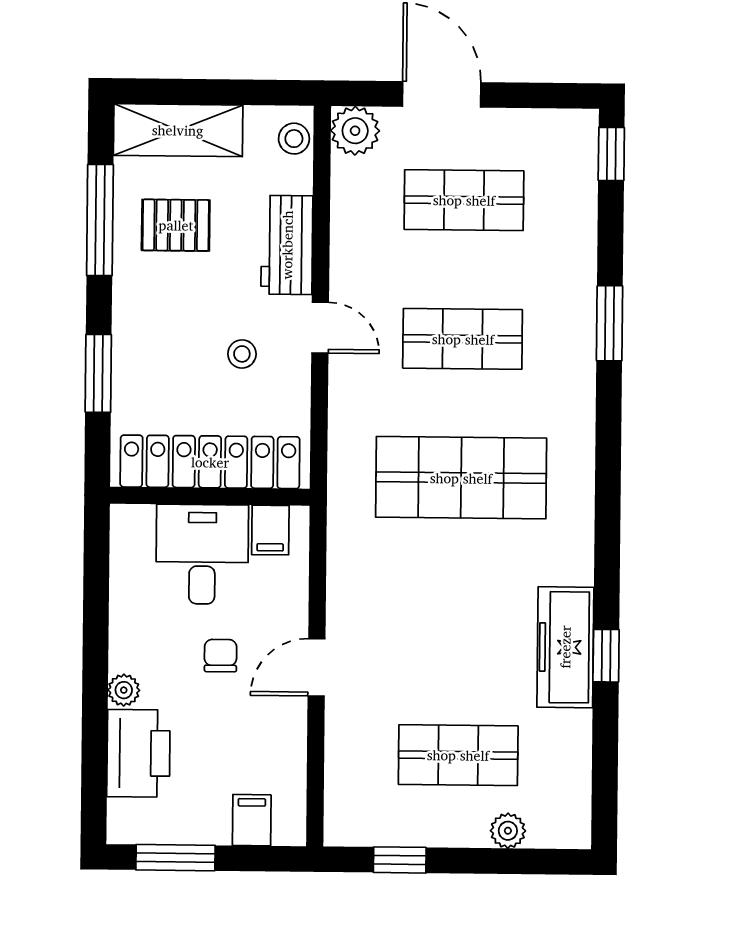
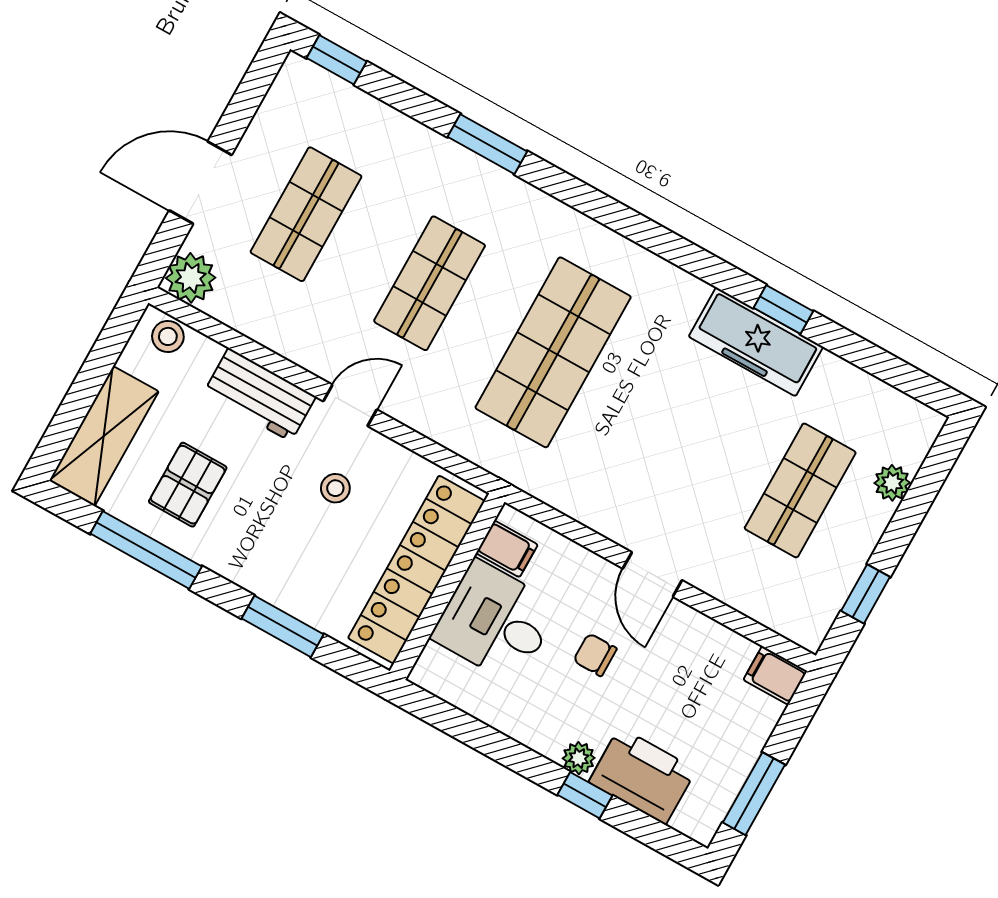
window: (95, 713) -> (585, 795), added
filing cabinet: (252, 820) -> (775, 675), moved

